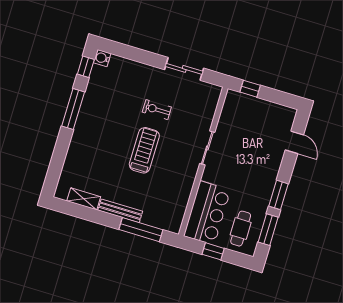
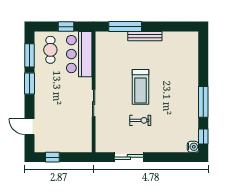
window: (250, 89) -> (52, 157), moved
shelving: (84, 199) -> (175, 37), removed

